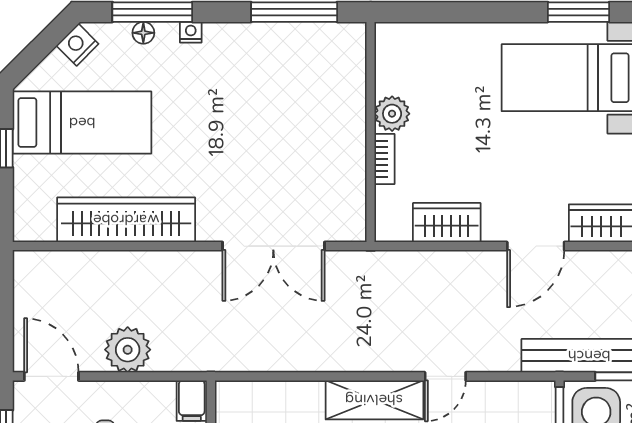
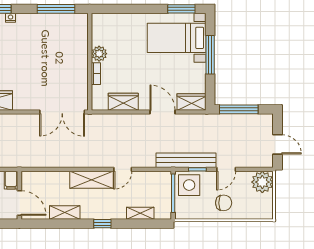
double door: (273, 246) -> (62, 112), moved
door: (536, 246) -> (163, 112), swing flipped

